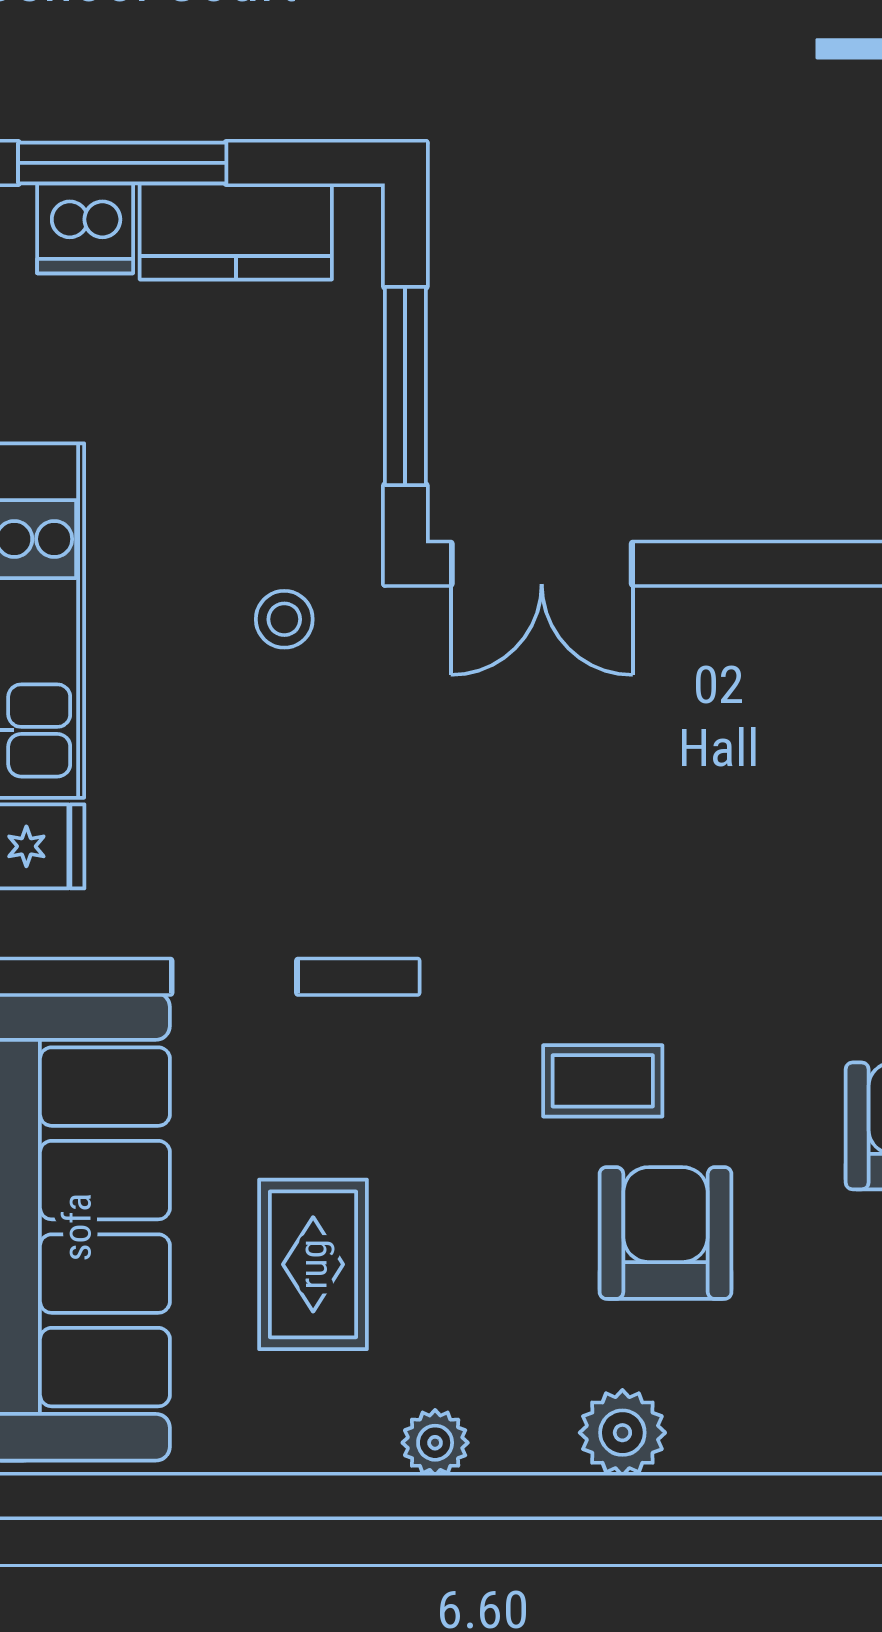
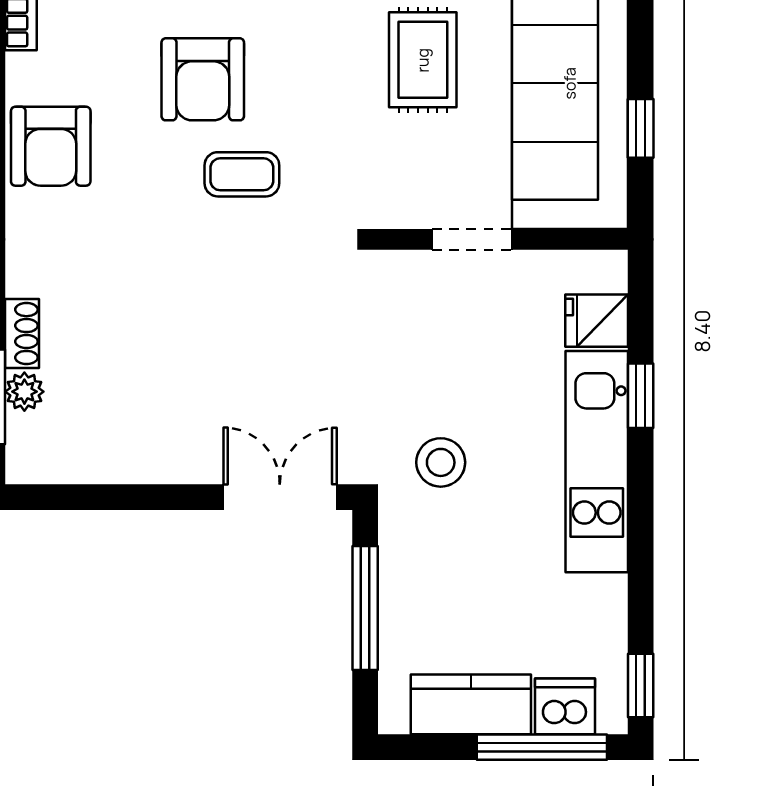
stool: (284, 619) -> (441, 462), width x1.37, depth x1.37

